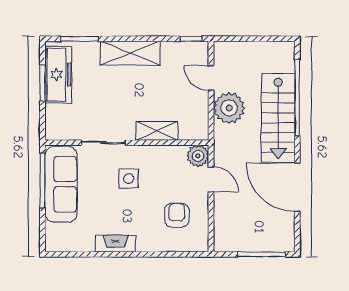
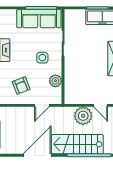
door: (211, 78) -> (100, 105), swing flipped
shelving: (157, 131) -> (70, 74), removed
plant: (198, 156) -> (55, 81), moved
armchair: (177, 215) -> (21, 86), turned 69

